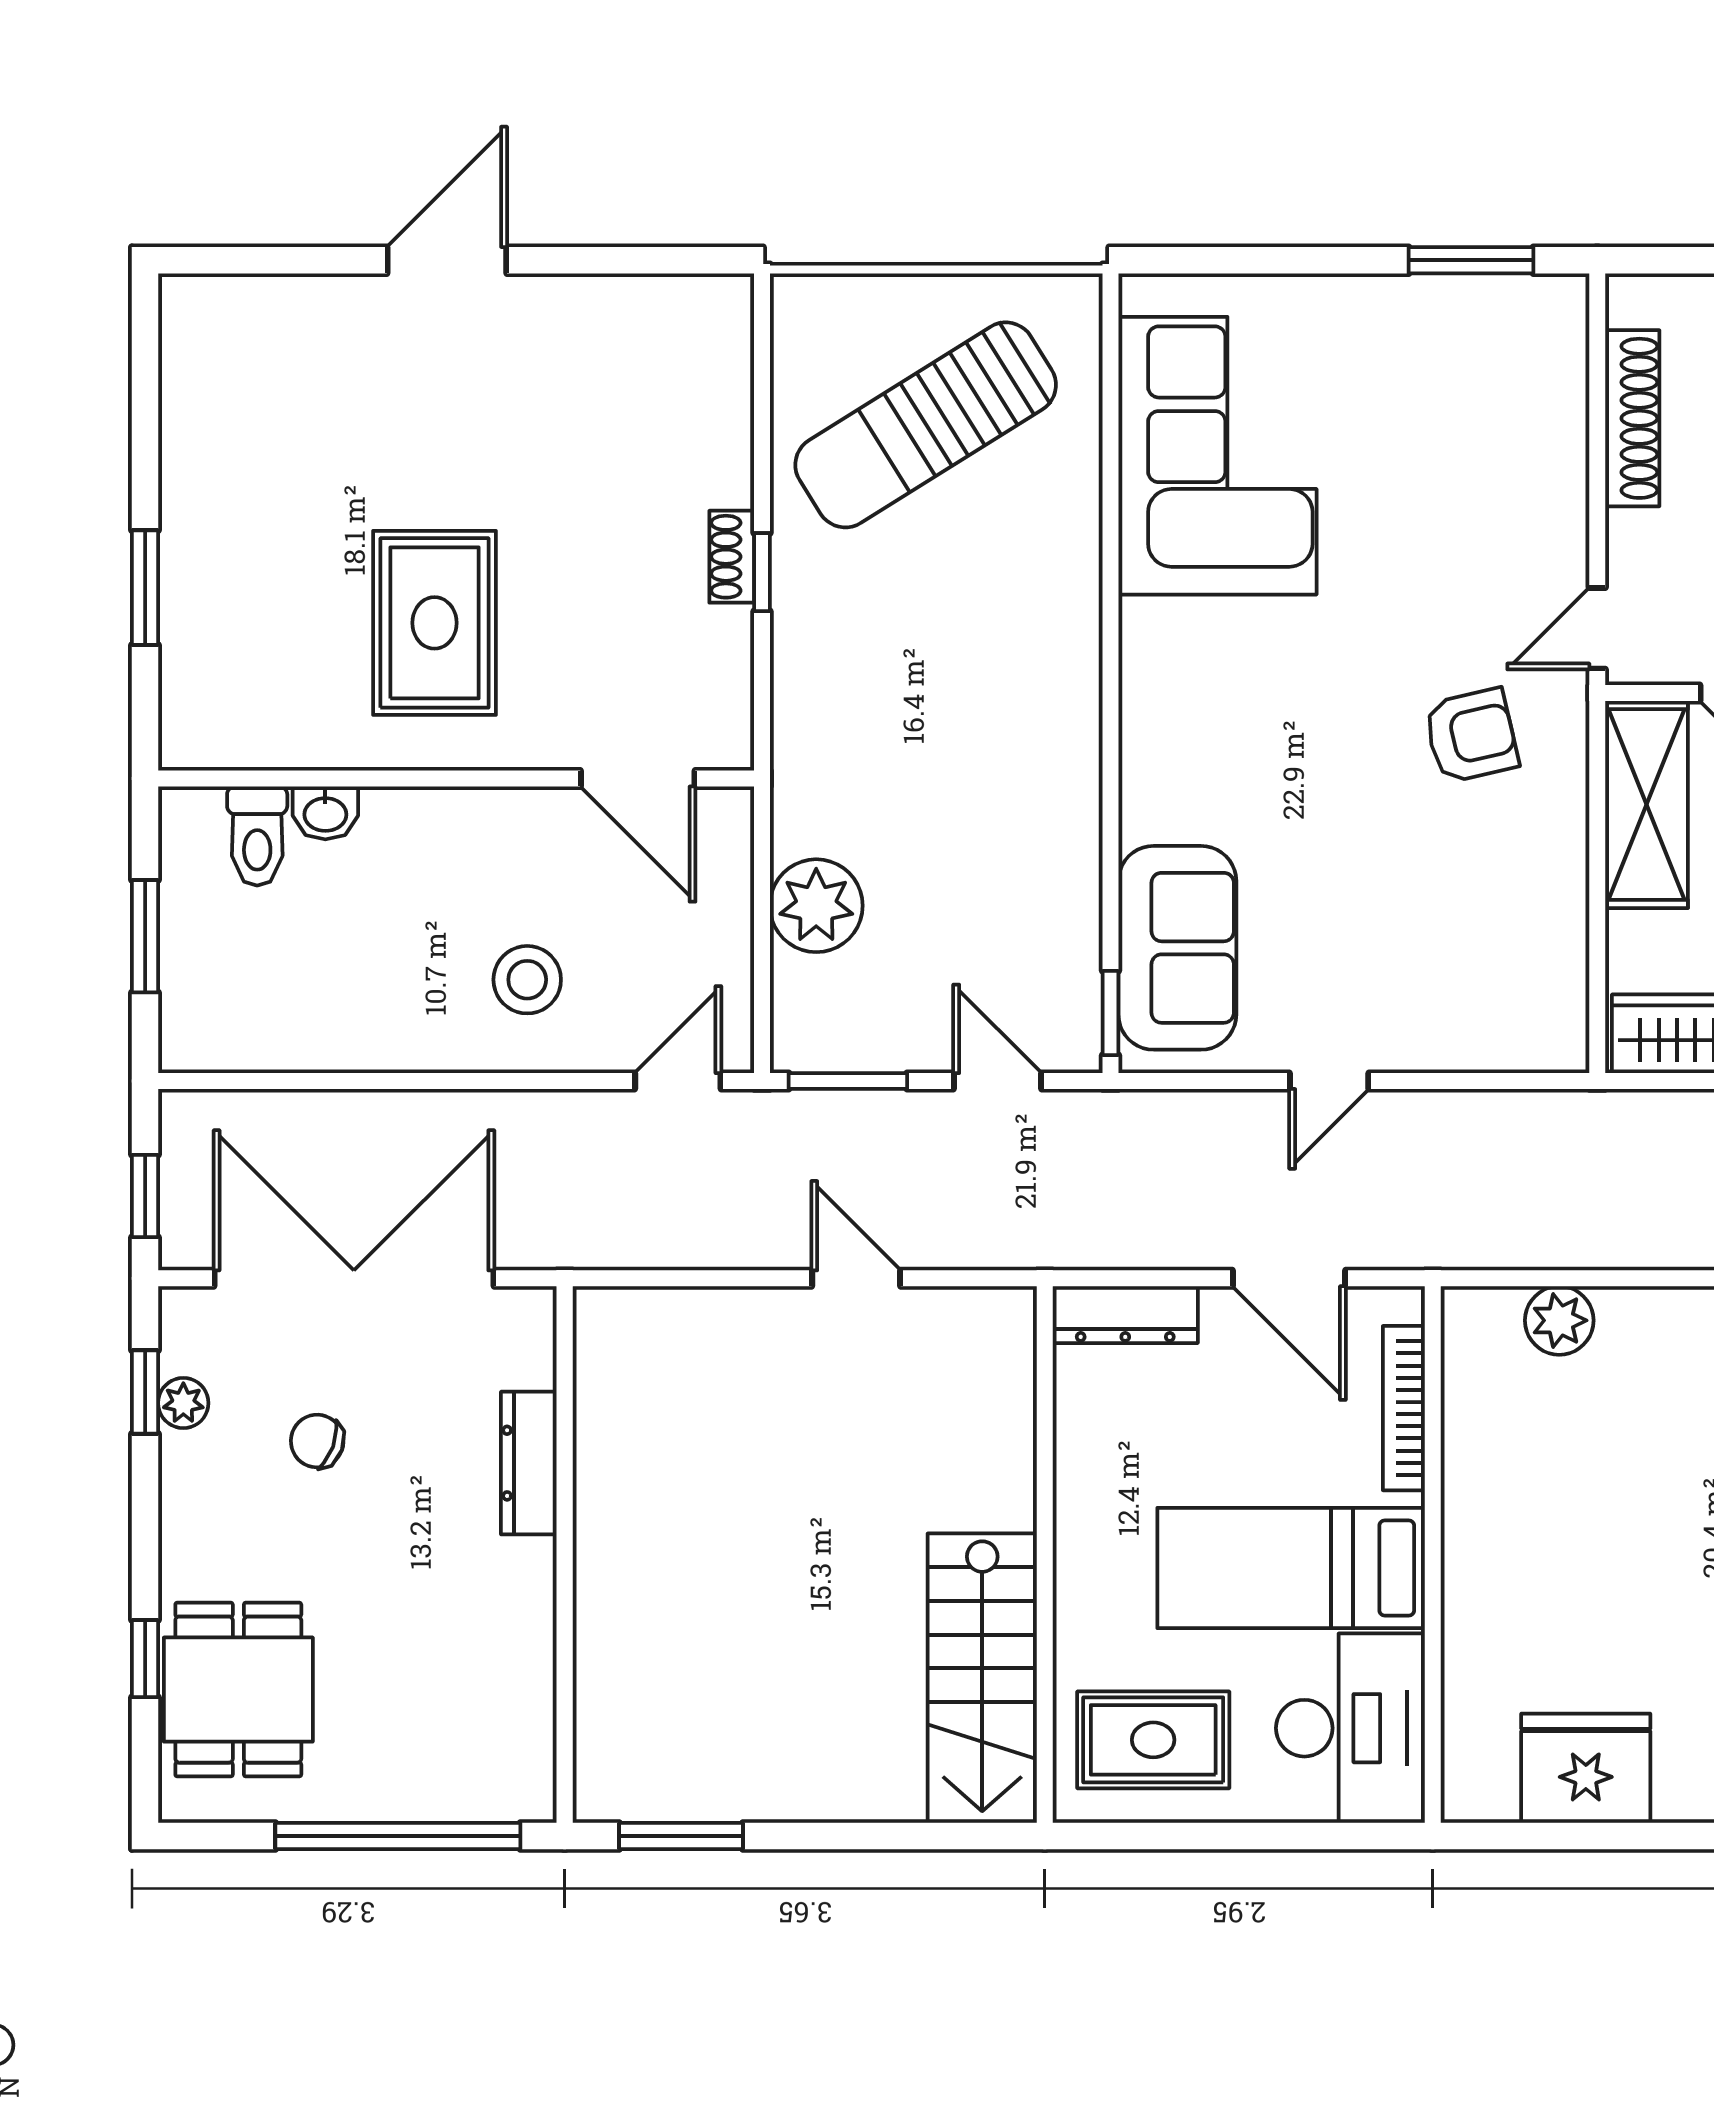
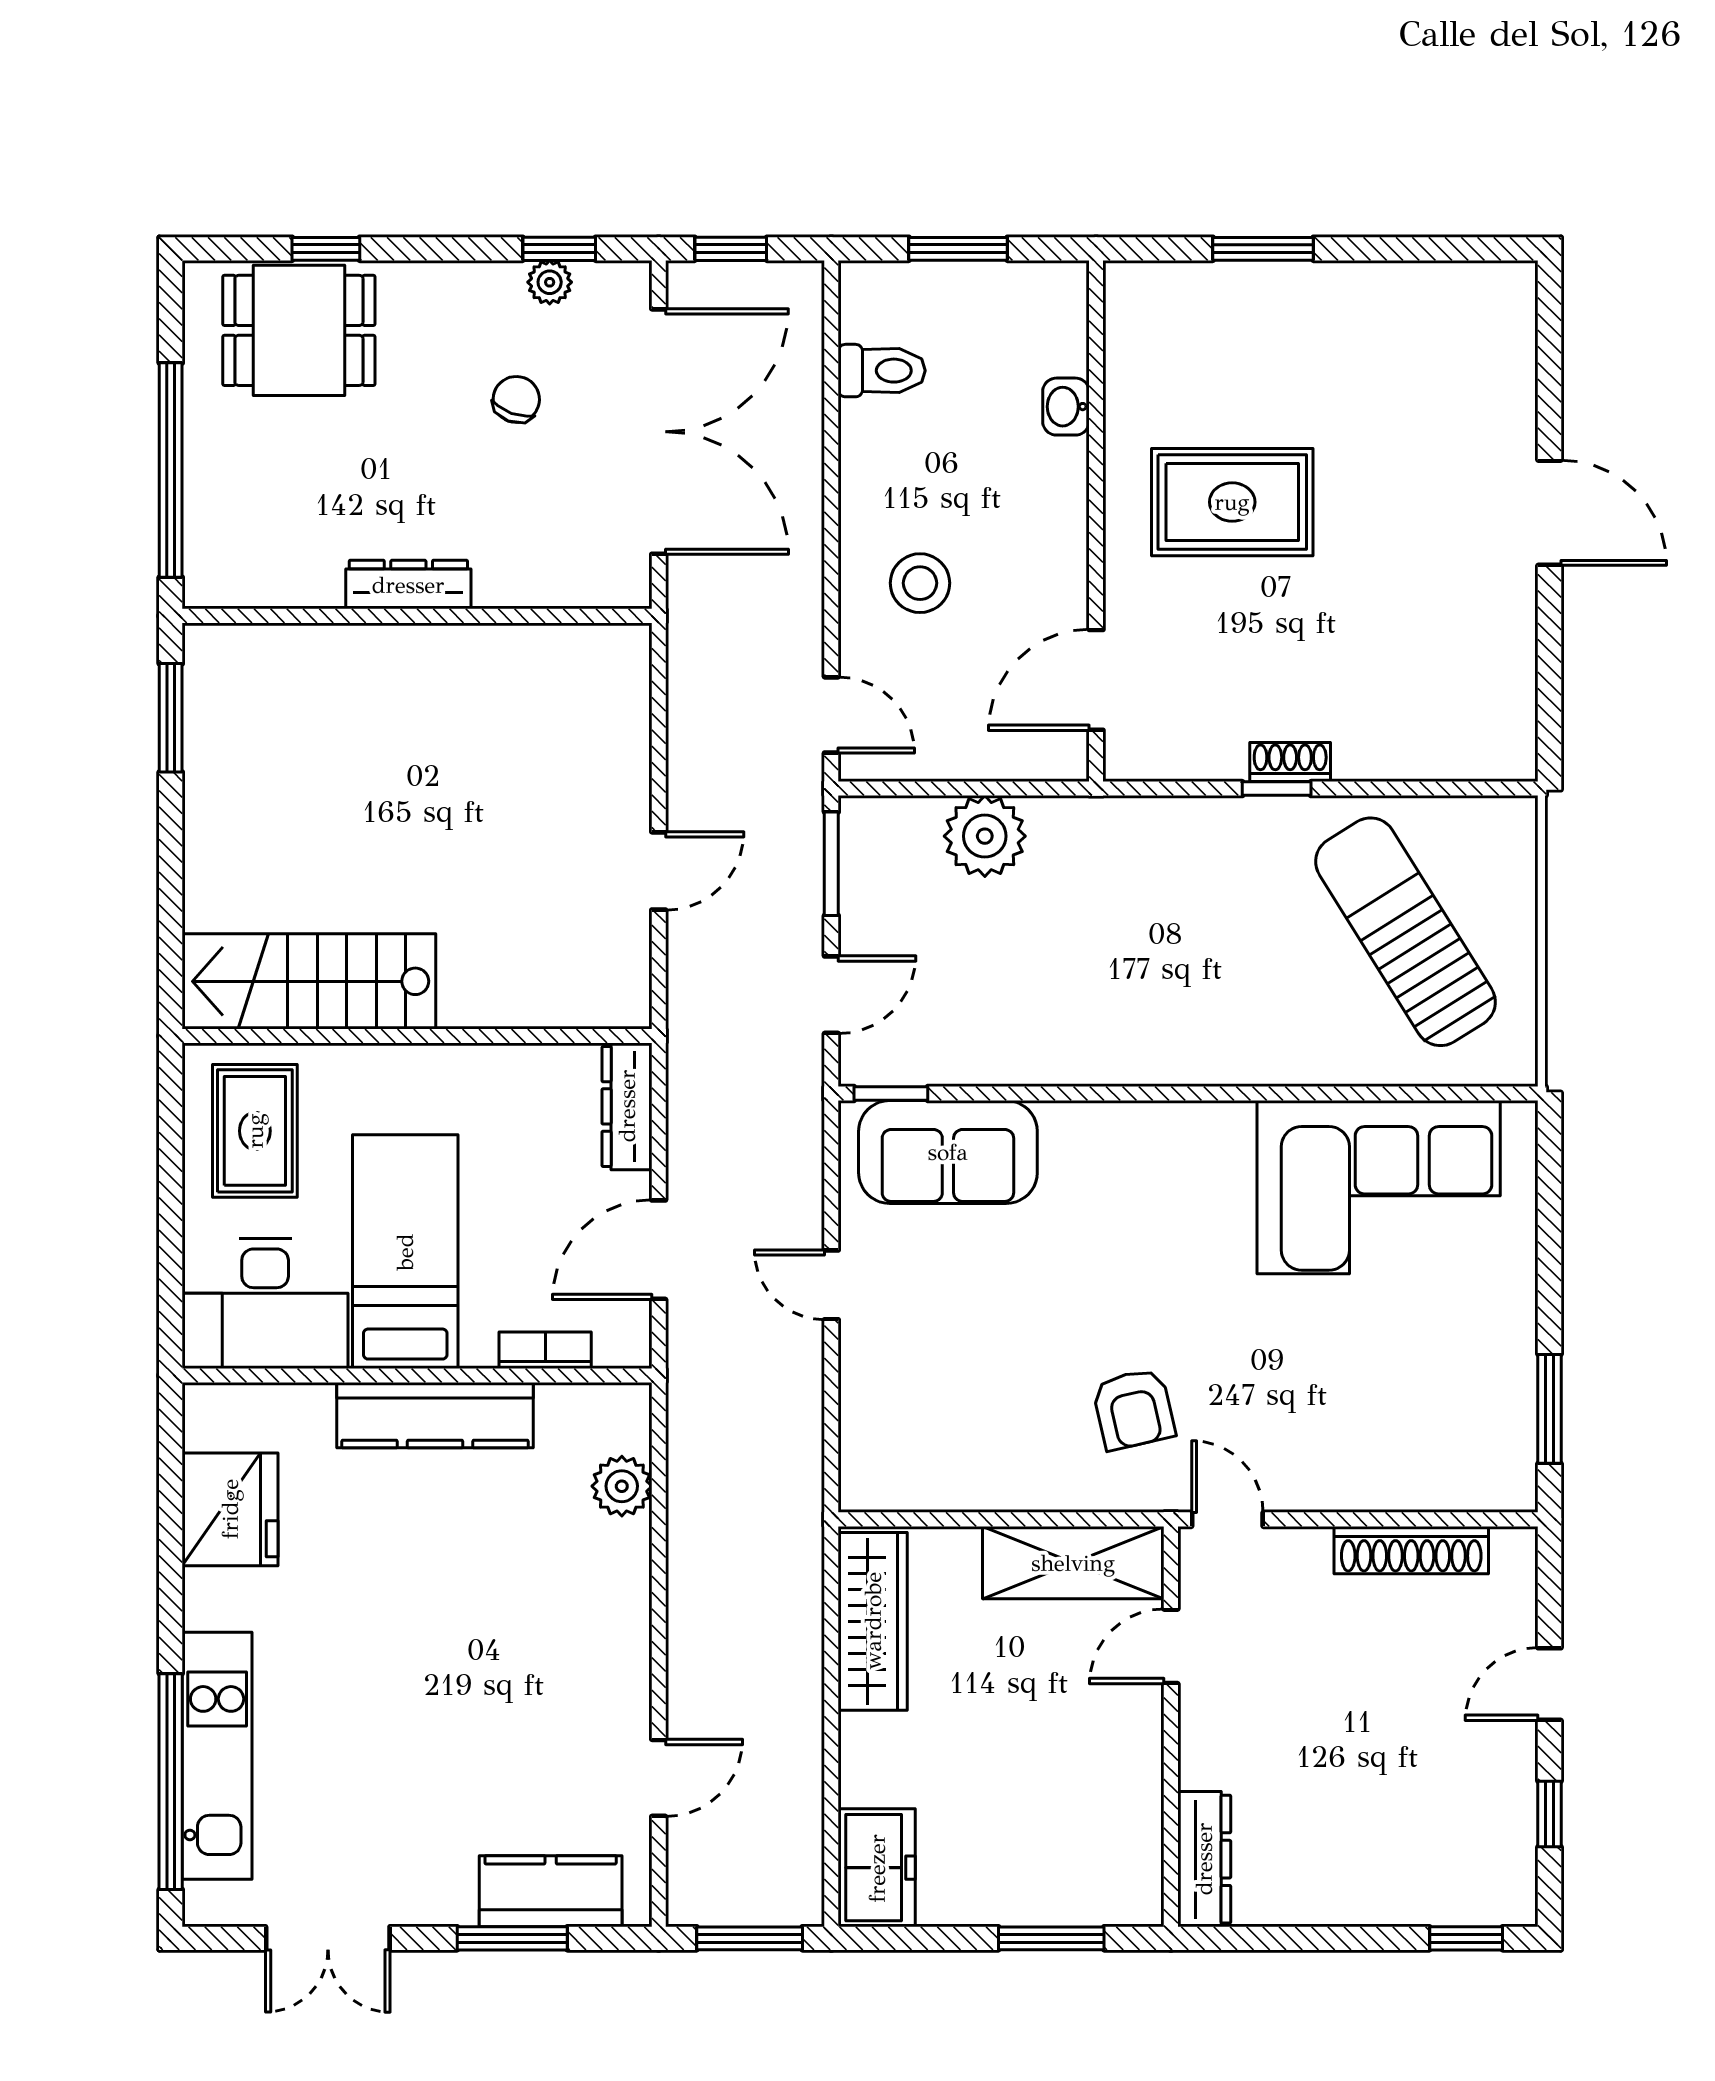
toilet: (257, 836) -> (882, 371), moved, turned 180
bookcase: (1404, 1408) -> (545, 1350), width x0.64
dresser: (529, 1463) -> (408, 585), moved
kitchen counter: (1478, 1534) -> (435, 1415), added

